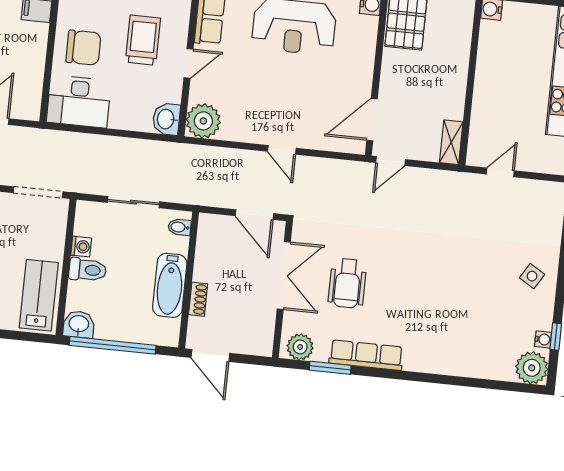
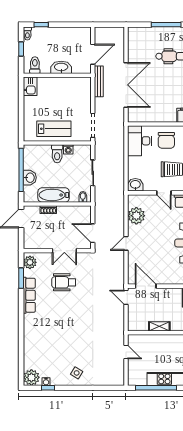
plant: (203, 121) -> (136, 216), moved
shelving: (451, 142) -> (159, 326), moved
door: (255, 215) -> (93, 233), hinge flipped
double door: (284, 275) -> (64, 251), width x0.73
lab bench: (39, 295) -> (54, 129), moved
washbasin: (79, 324) -> (30, 178), moved

